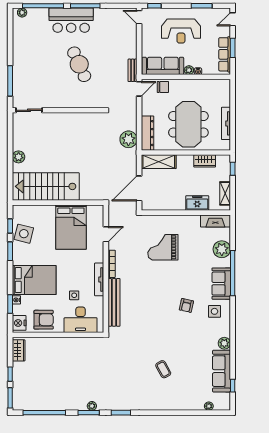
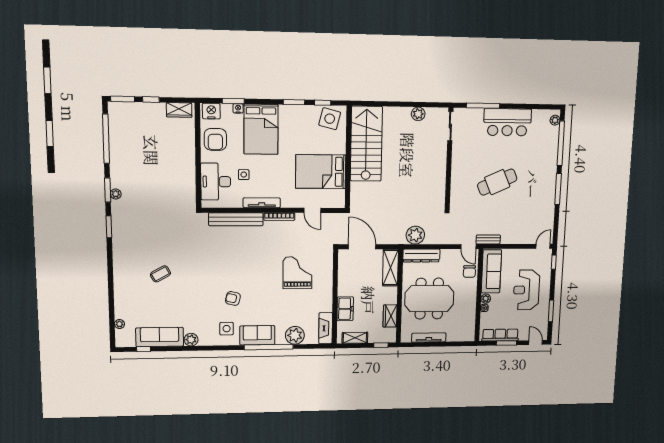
bar counter: (71, 20) -> (507, 122), moved, turned -90
plant: (19, 157) -> (418, 114), moved
side table: (24, 234) -> (330, 119), moved

